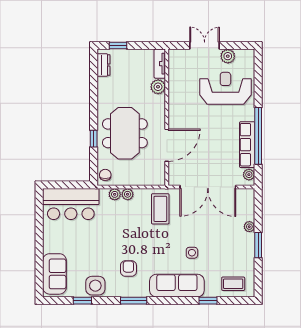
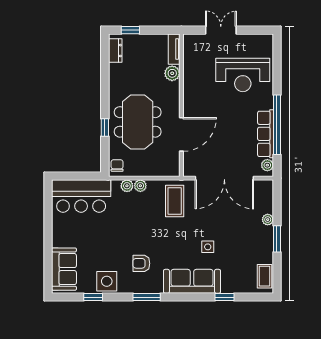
plant: (228, 56) -> (245, 41), removed
reception desk: (225, 88) -> (243, 75), turned 180
armchair: (128, 268) -> (141, 263), turned -90
coffee table: (233, 284) -> (264, 276), moved, turned 90

